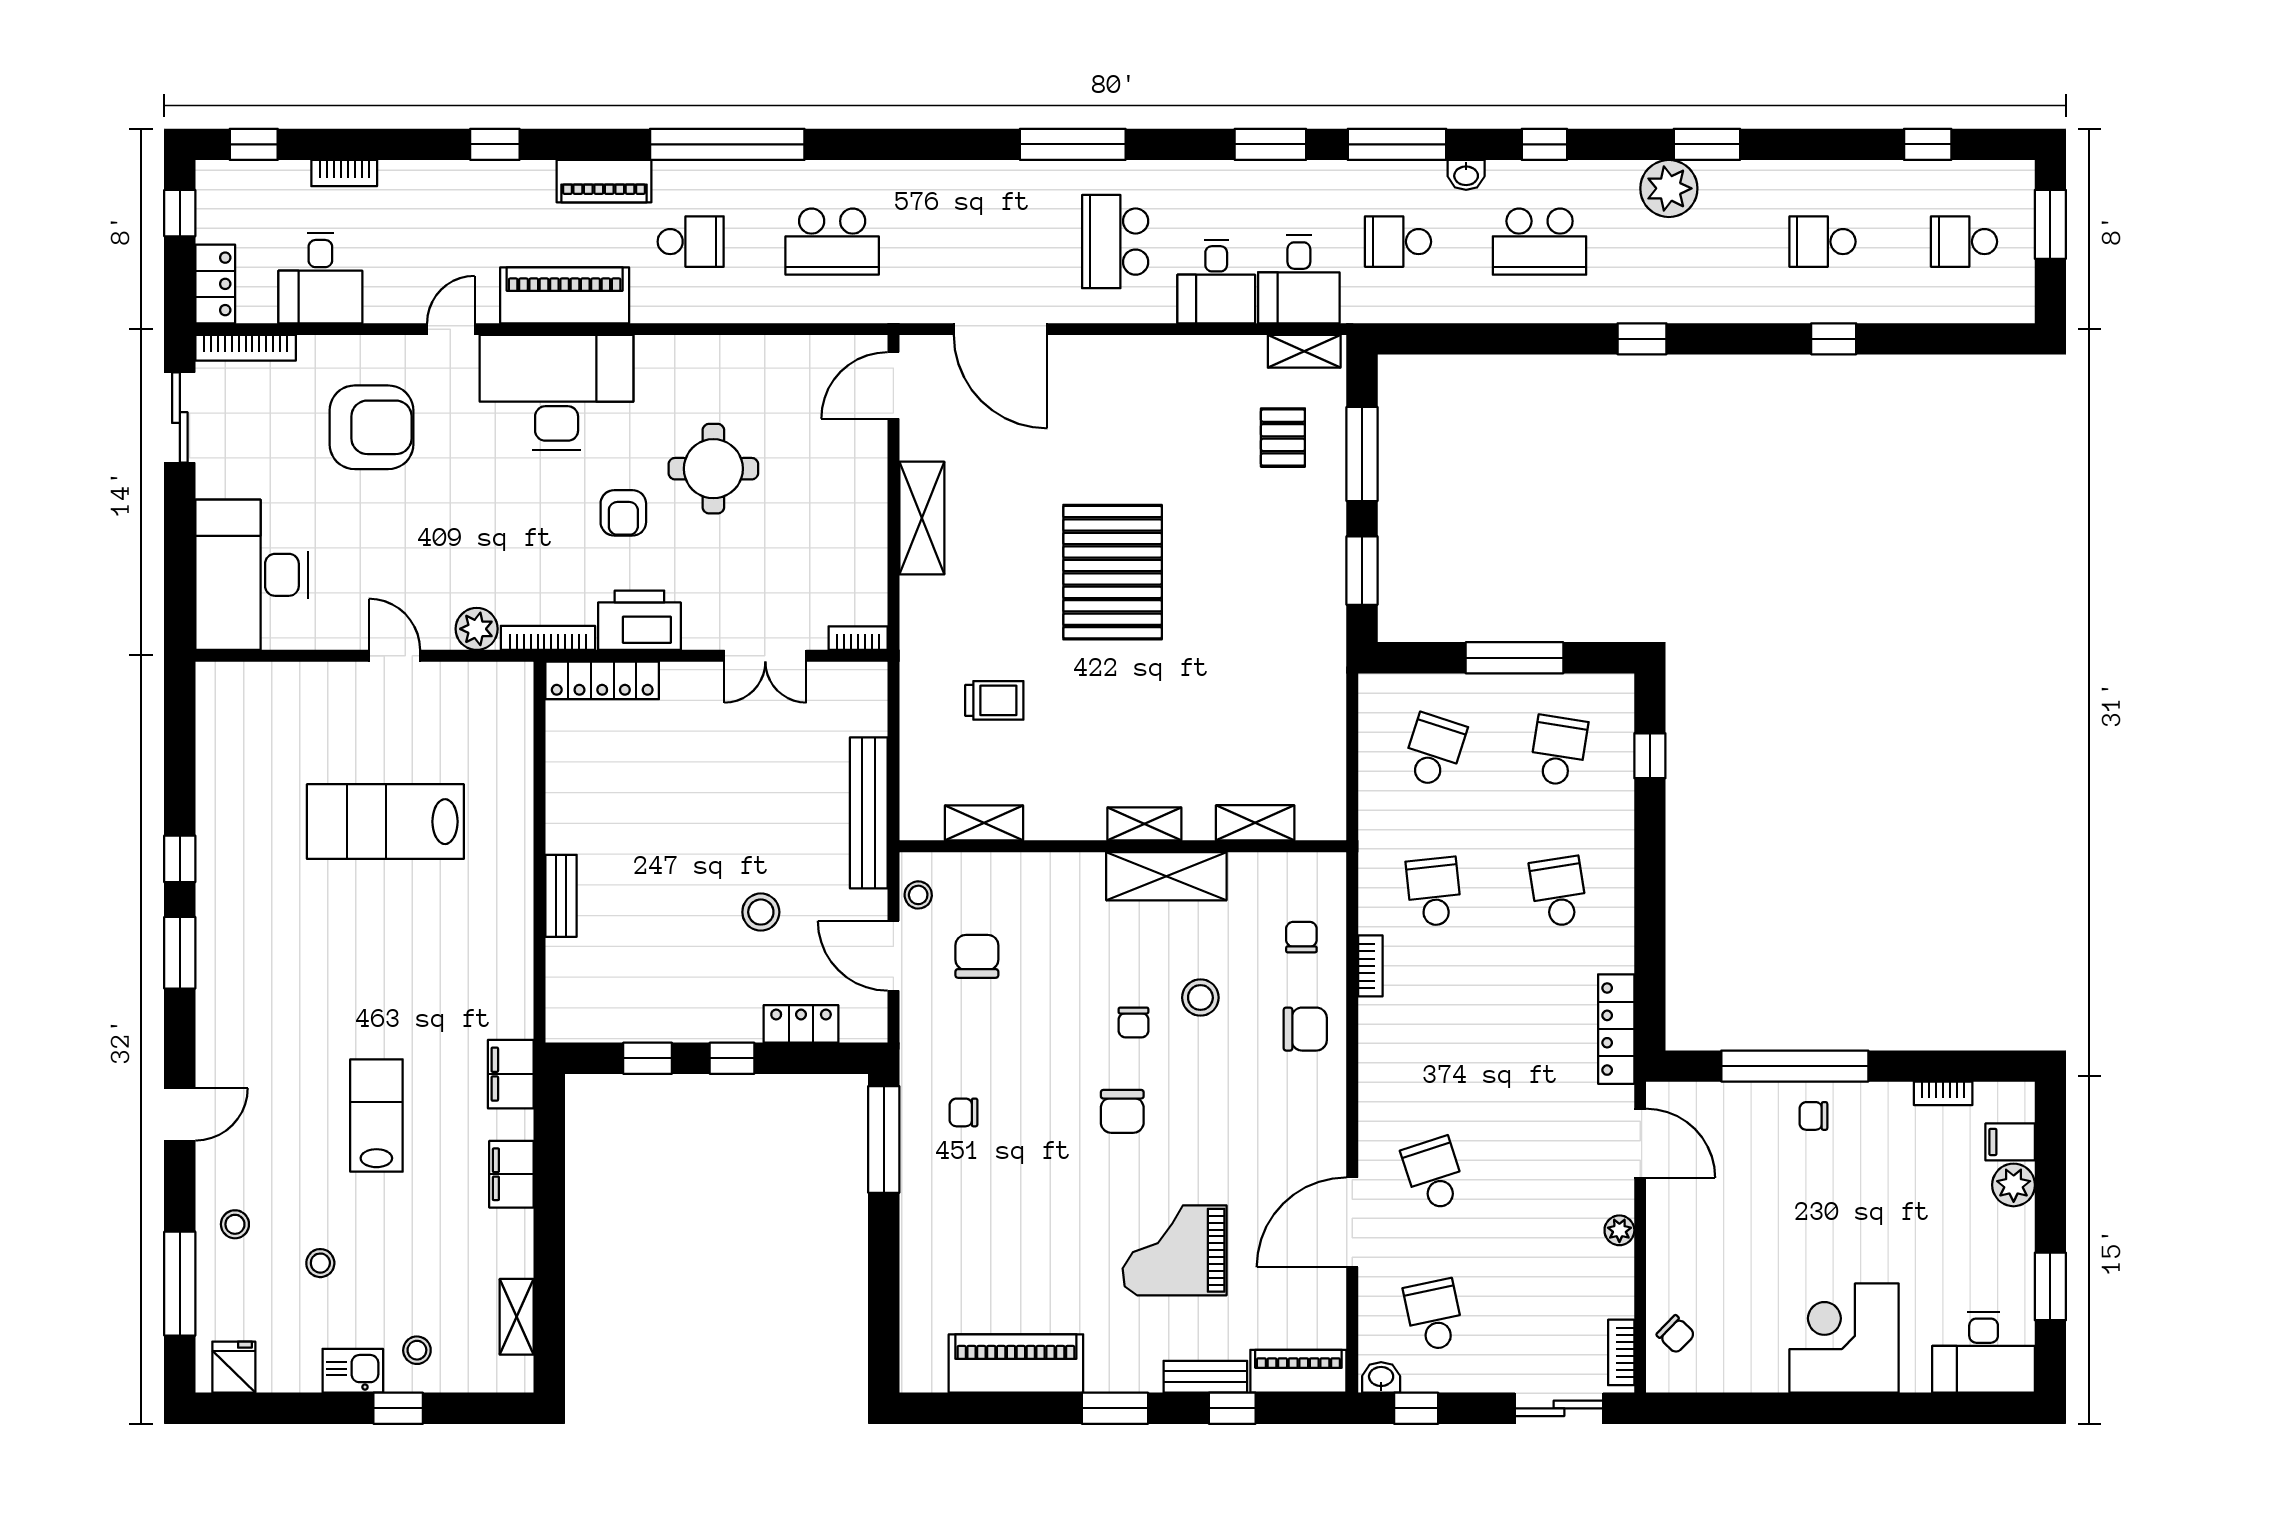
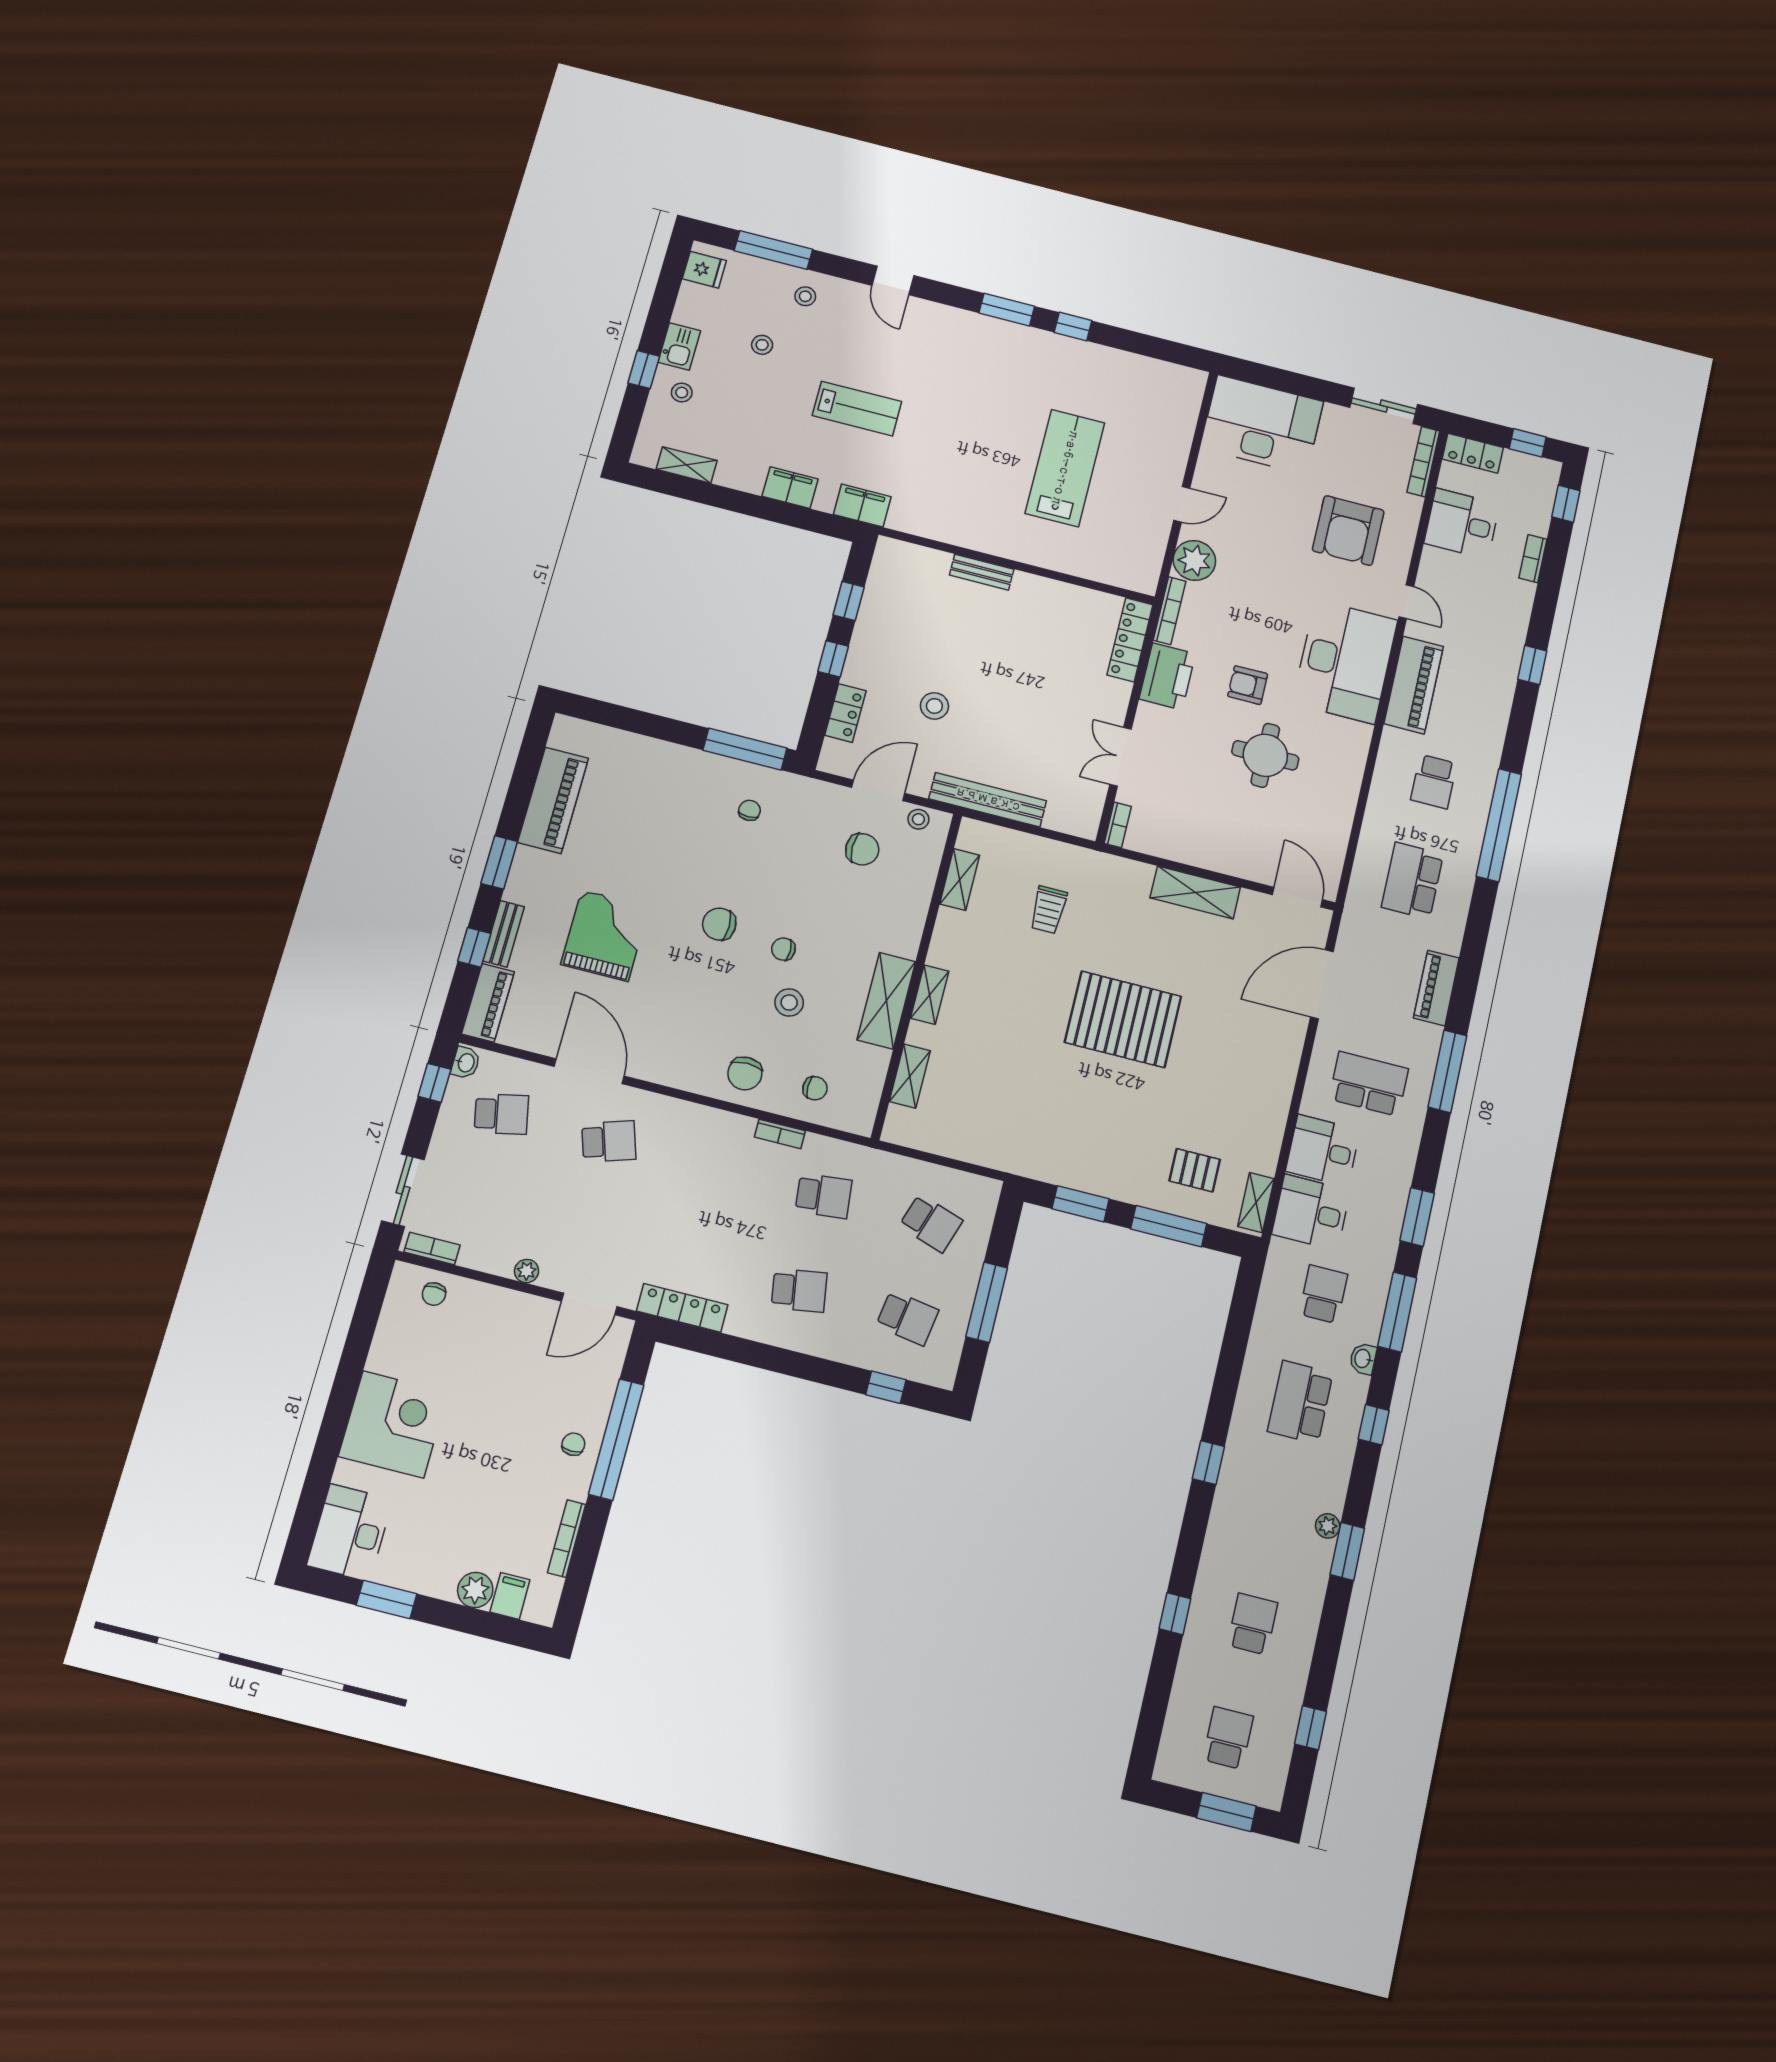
piano: (604, 181) -> (1436, 988), moved
plant: (1669, 188) -> (1328, 1526), width x0.53, depth x0.53
plant: (477, 629) -> (1194, 560), width x1.36, depth x1.36
bookcase: (1943, 1093) -> (567, 1538), width x1.56
chair: (1676, 1334) -> (434, 1294), turned -44

